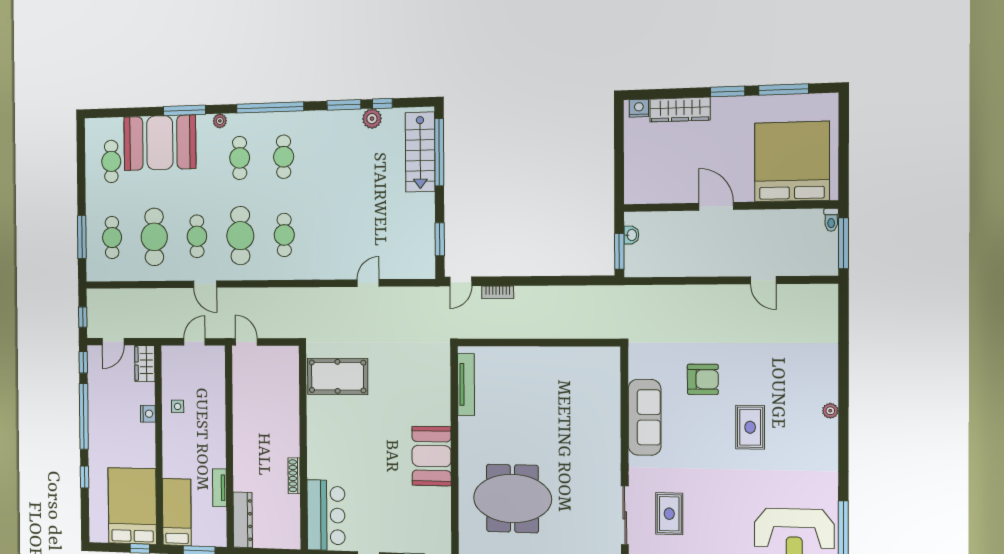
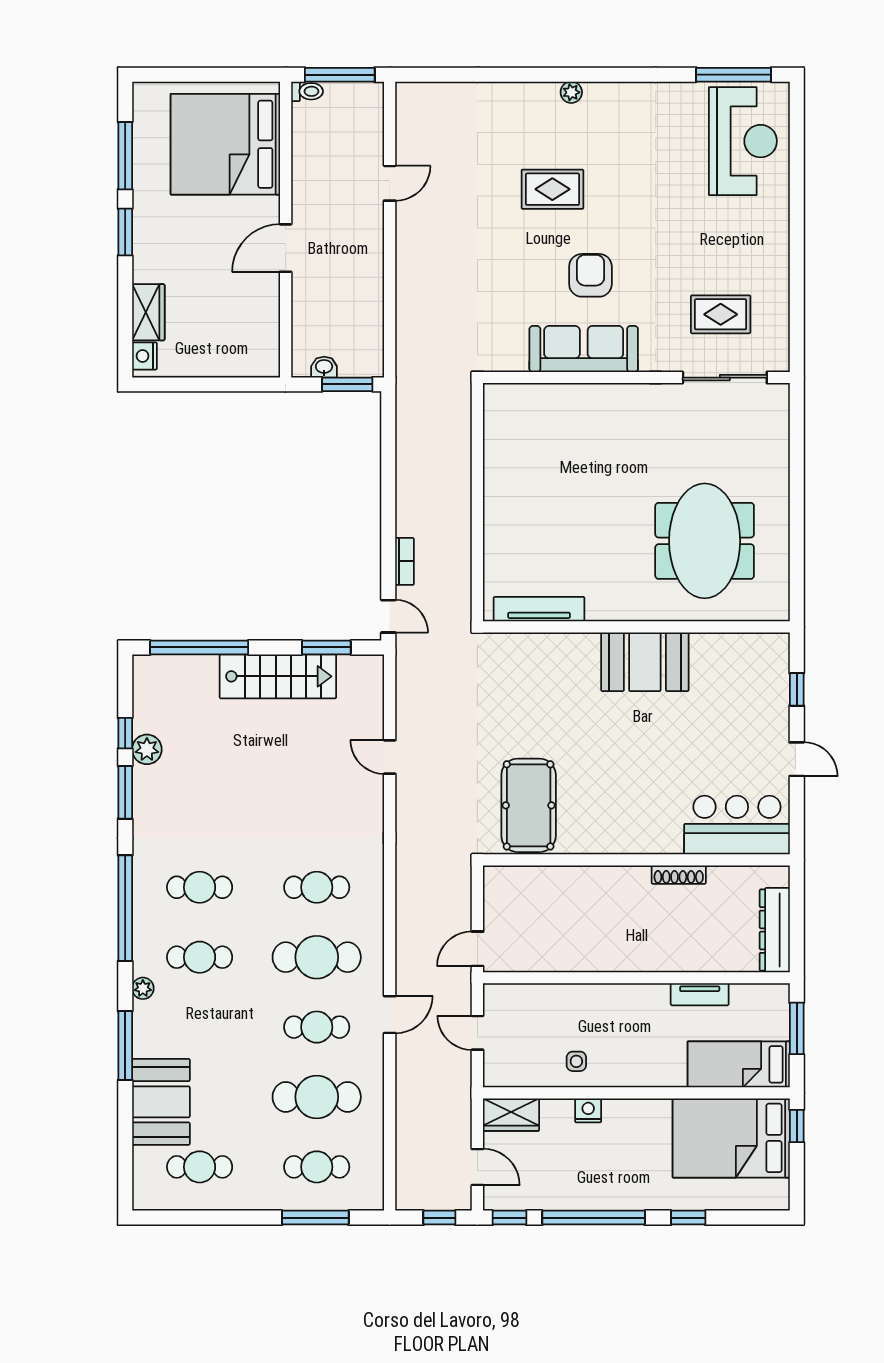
wardrobe: (680, 110) -> (148, 312), width x0.67
booth: (160, 143) -> (161, 1102), width x0.73, depth x0.70
stairs: (420, 152) -> (278, 676), moved
armchair: (703, 379) -> (590, 275), moved
rug: (750, 427) -> (552, 189), moved
dresser: (243, 520) -> (775, 930), moved, turned -90

